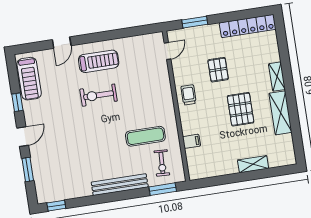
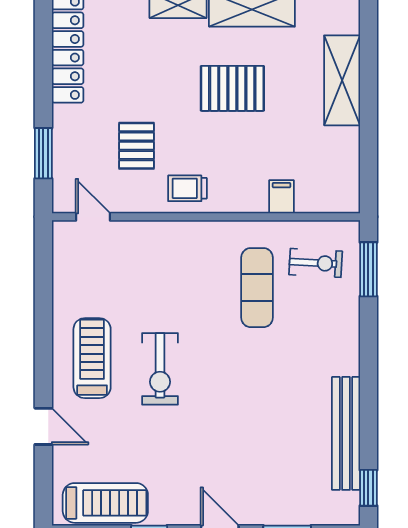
pallet: (218, 70) -> (136, 146), moved, turned 90
shelving: (253, 164) -> (342, 80), width x1.50, depth x1.33
bench: (120, 185) -> (346, 433), moved

